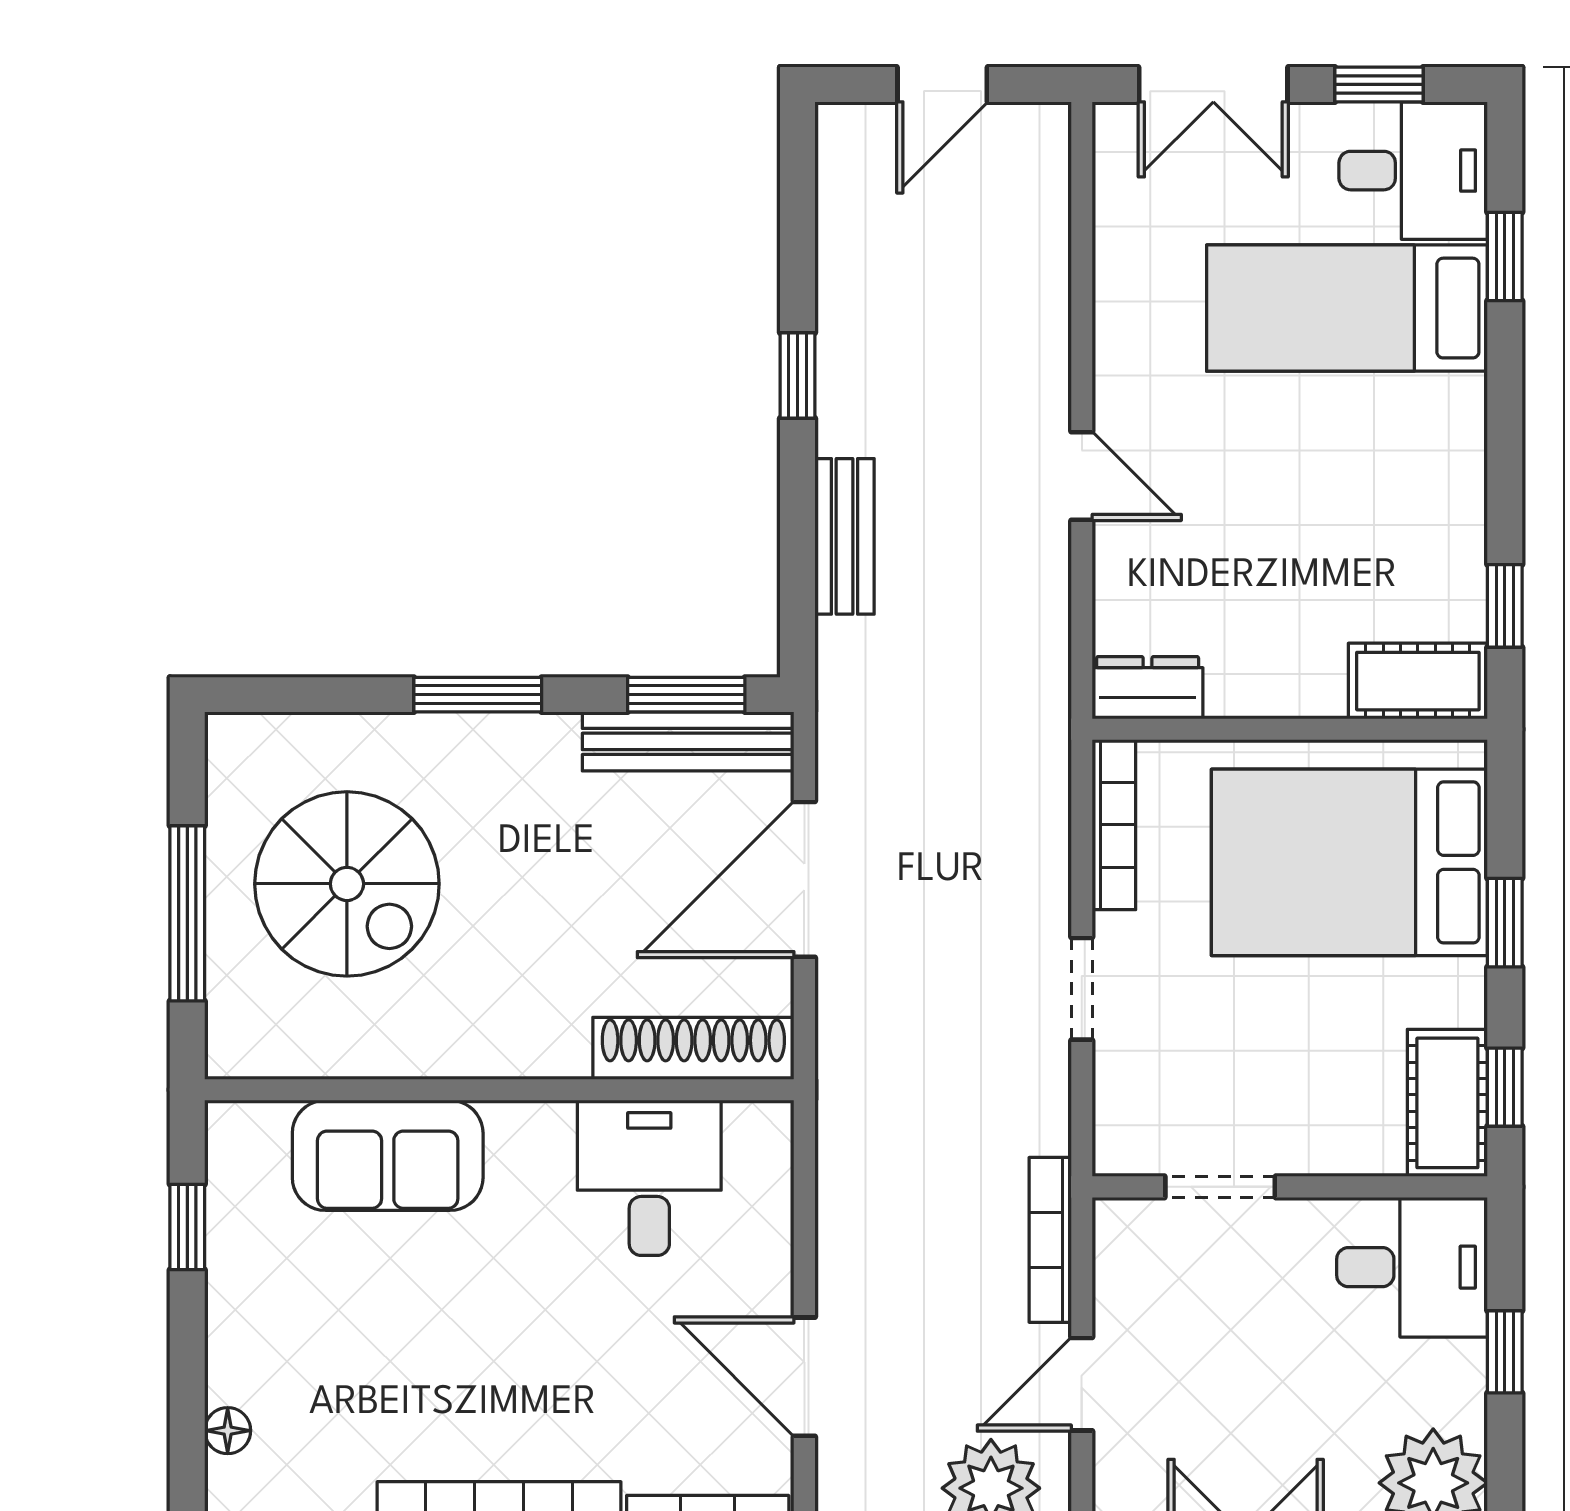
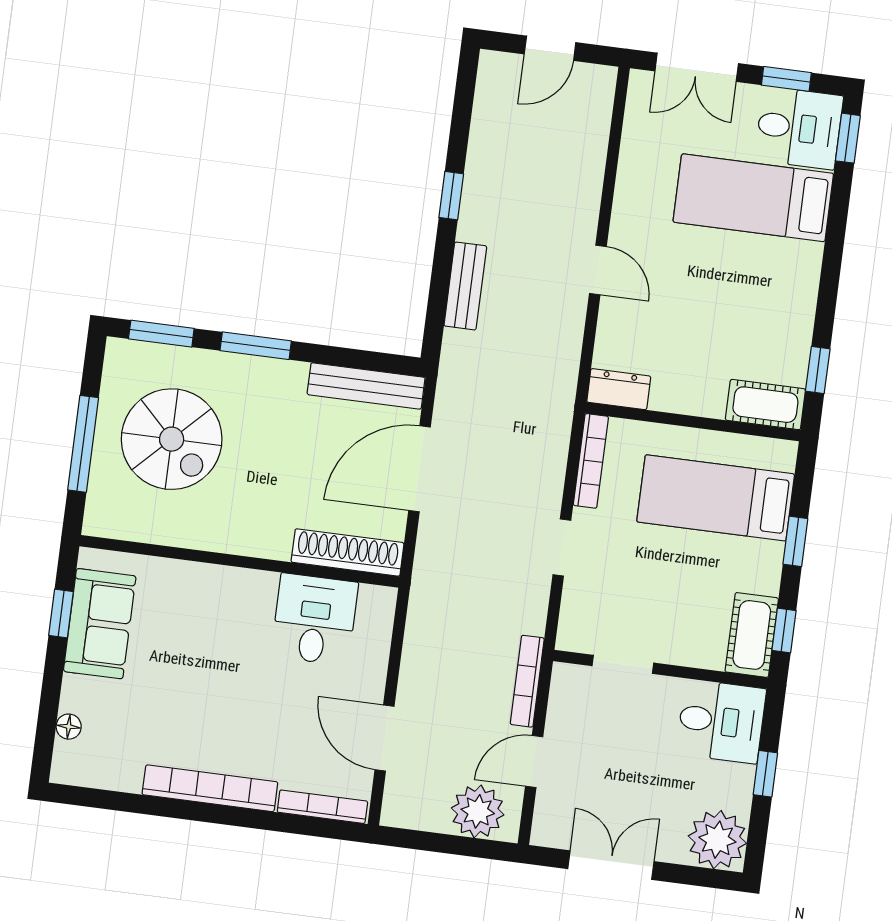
window: (1505, 256) -> (848, 138), moved
window: (686, 695) -> (161, 334), moved
bed: (1349, 862) -> (716, 498), width x0.67
sofa: (388, 1155) -> (100, 624), moved, turned -90

